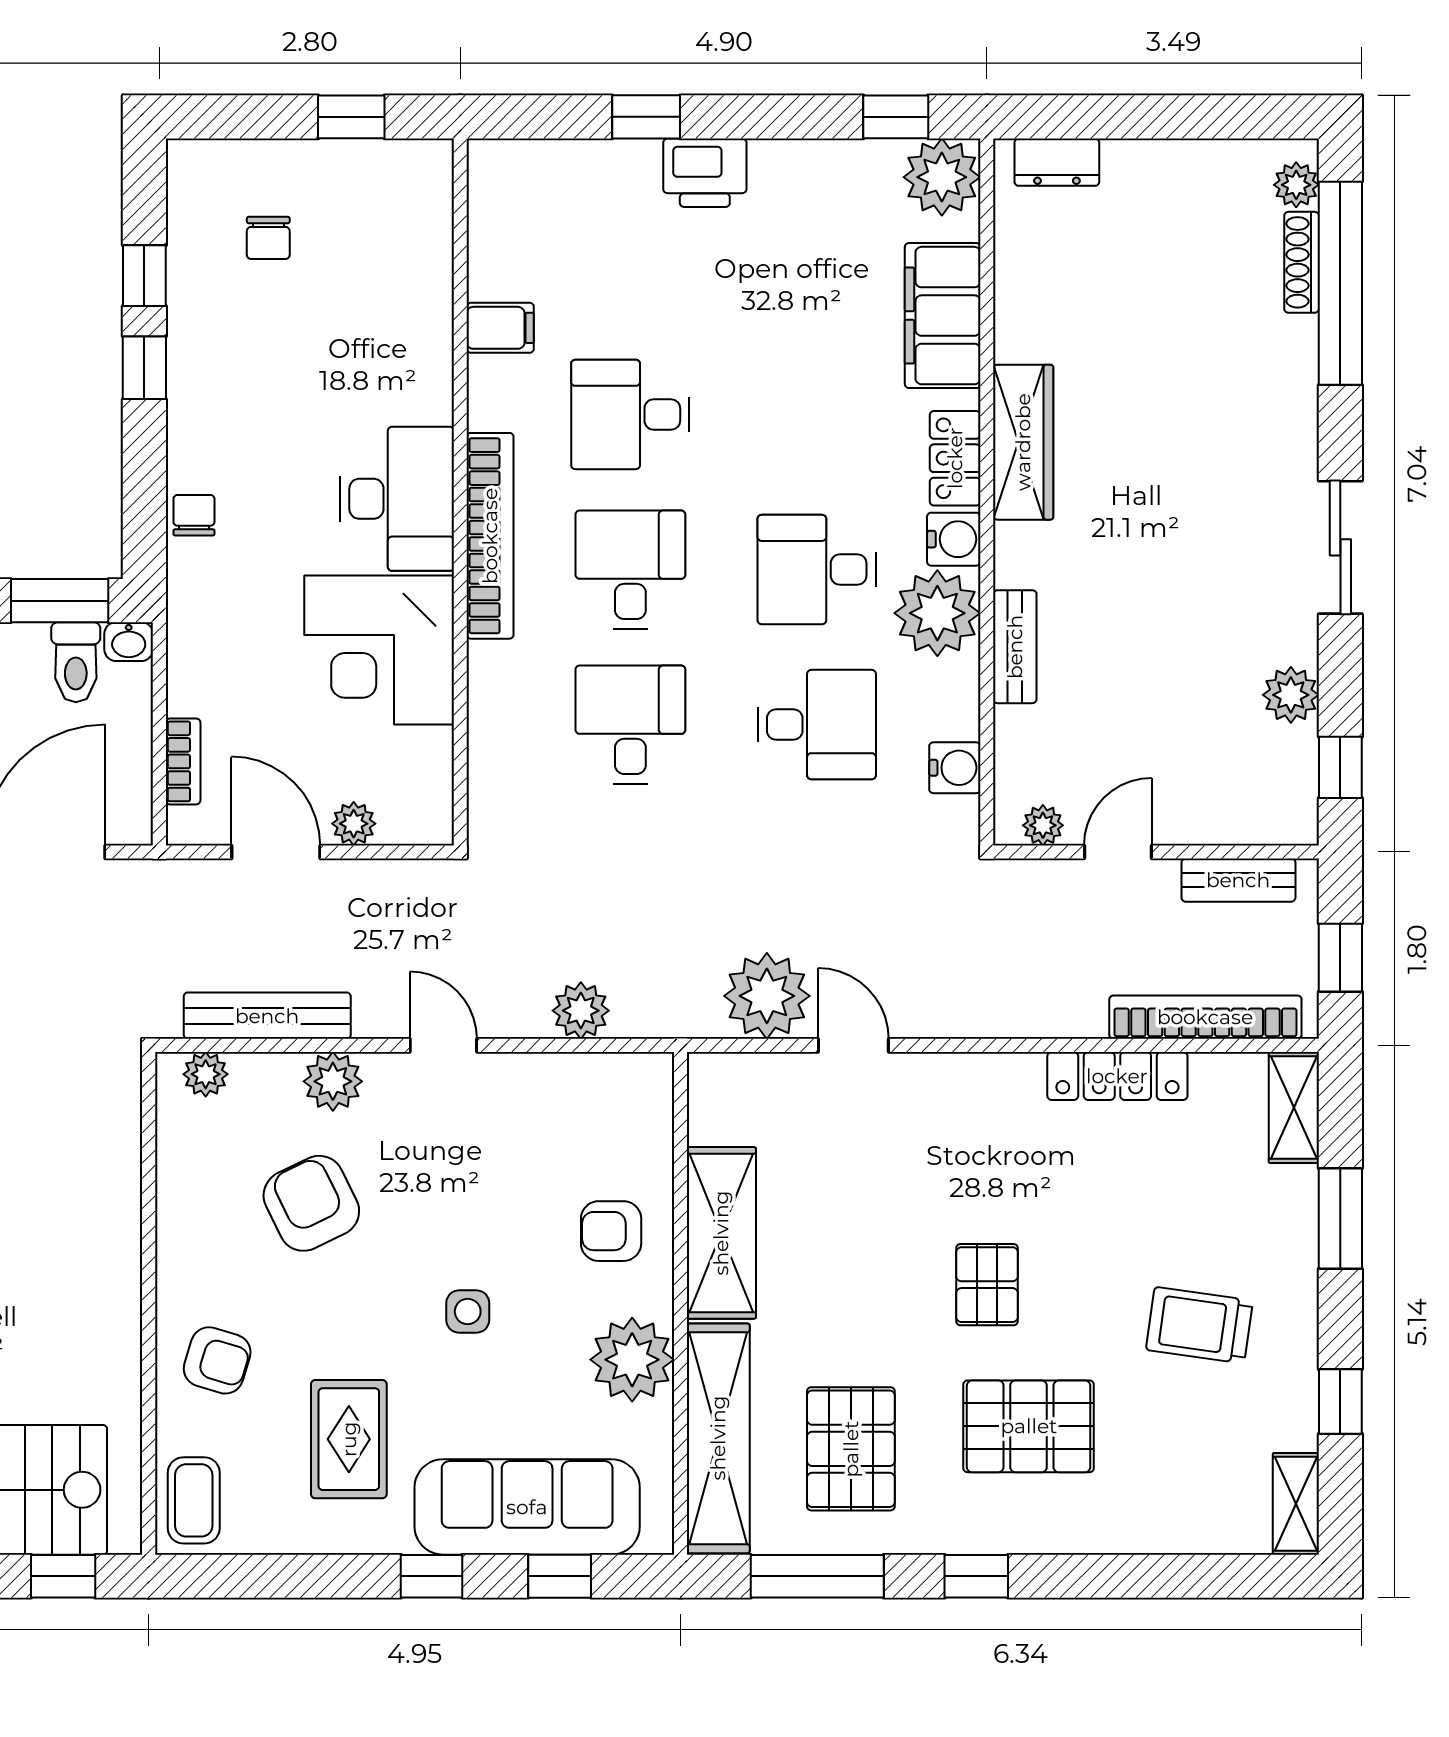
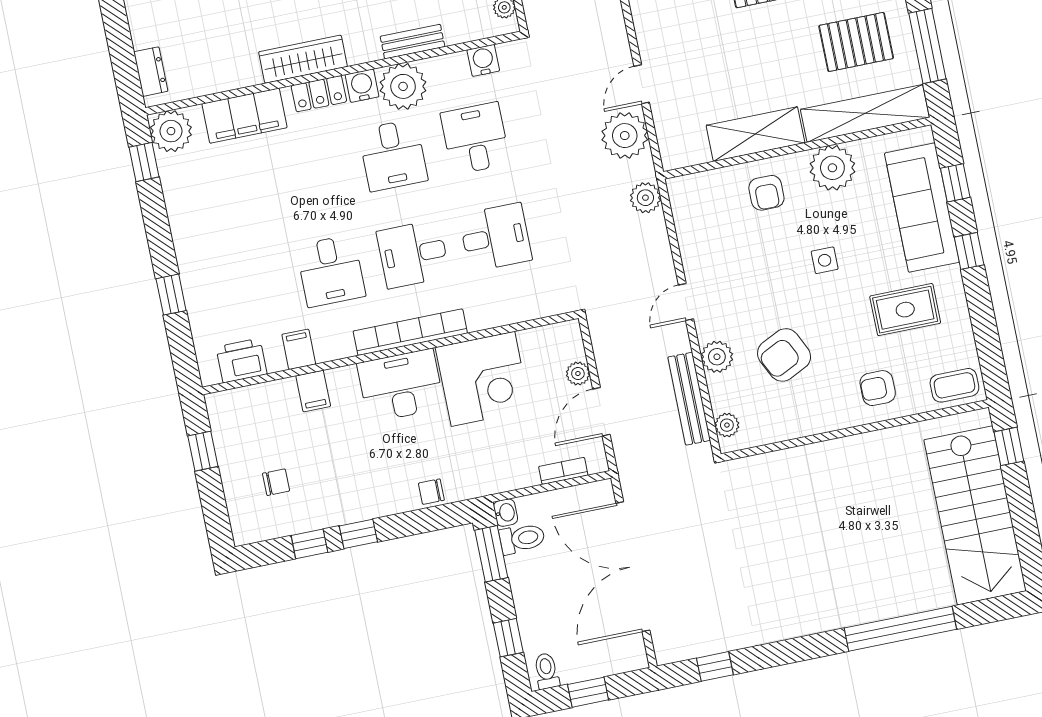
printer: (705, 173) -> (241, 361), moved, turned -90
filing cabinet: (419, 338) -> (313, 391), added
desk: (630, 725) -> (495, 237), turned 180
plant: (581, 1011) -> (645, 198), moved
armchair: (217, 1360) -> (878, 388), turned -107

